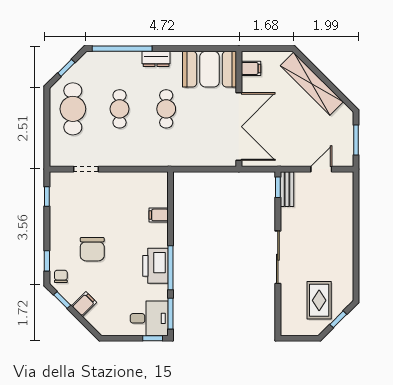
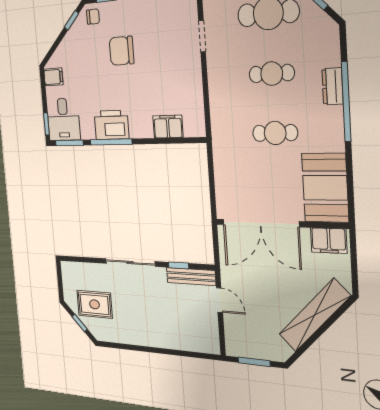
window: (122, 49) -> (346, 102), moved
dresser: (156, 59) -> (333, 86), moved
filing cabinet: (251, 68) -> (329, 241), width x2.00
door: (321, 169) -> (219, 300), moved
window: (278, 187) -> (179, 265), moved
bench: (287, 189) -> (191, 277), width x1.36
filing cabinet: (159, 215) -> (168, 127), width x2.00
filing cabinet: (84, 304) -> (53, 77), moved, turned -45

